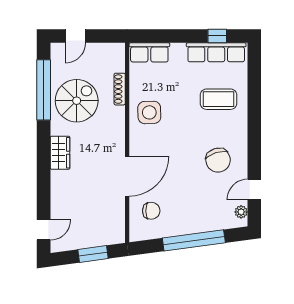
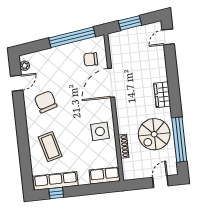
coffee table: (218, 99) -> (50, 147), turned 75
window: (194, 240) -> (72, 37), moved

